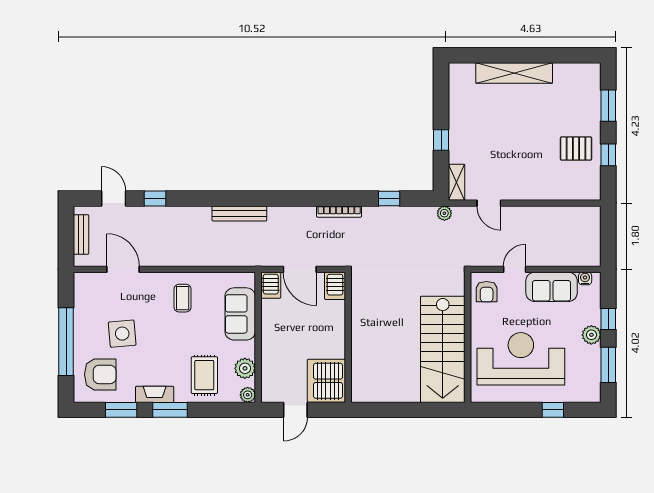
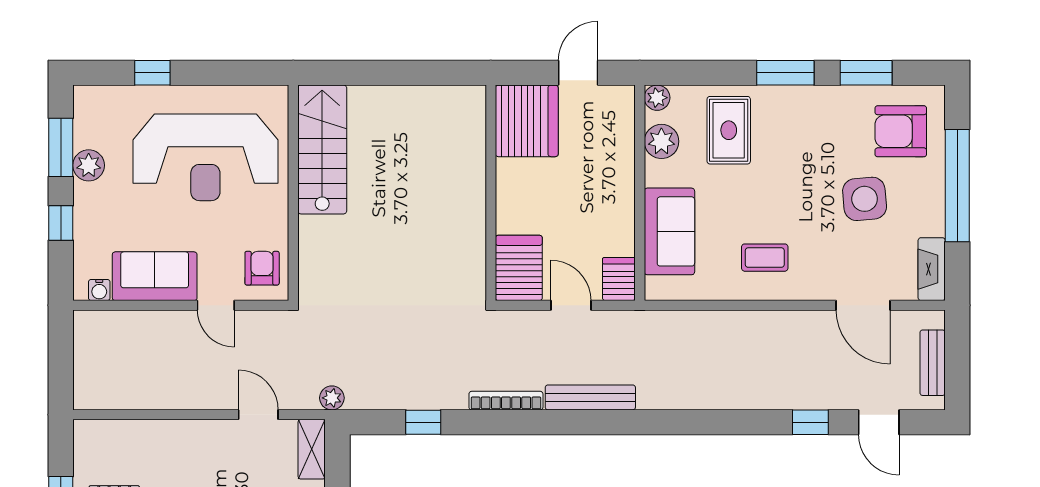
bench: (239, 213) -> (590, 397), moved
door: (300, 269) -> (571, 305), width x0.73
door: (515, 269) -> (216, 305), hinge flipped
server rack: (335, 286) -> (519, 268), width x1.36, depth x1.44
coffee table: (183, 298) -> (765, 258), turned 90
plant: (591, 335) -> (89, 165), moved
stairs: (443, 349) -> (322, 149), width x0.73, depth x0.66
fireplace: (155, 394) -> (932, 269), moved, turned 90

